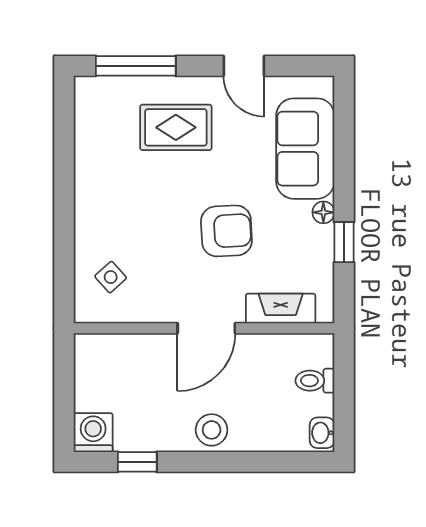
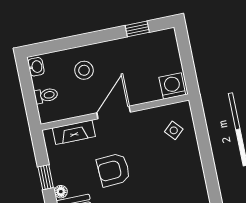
stool: (212, 430) -> (84, 70), moved
washing machine: (93, 433) -> (172, 86), moved, turned 180

